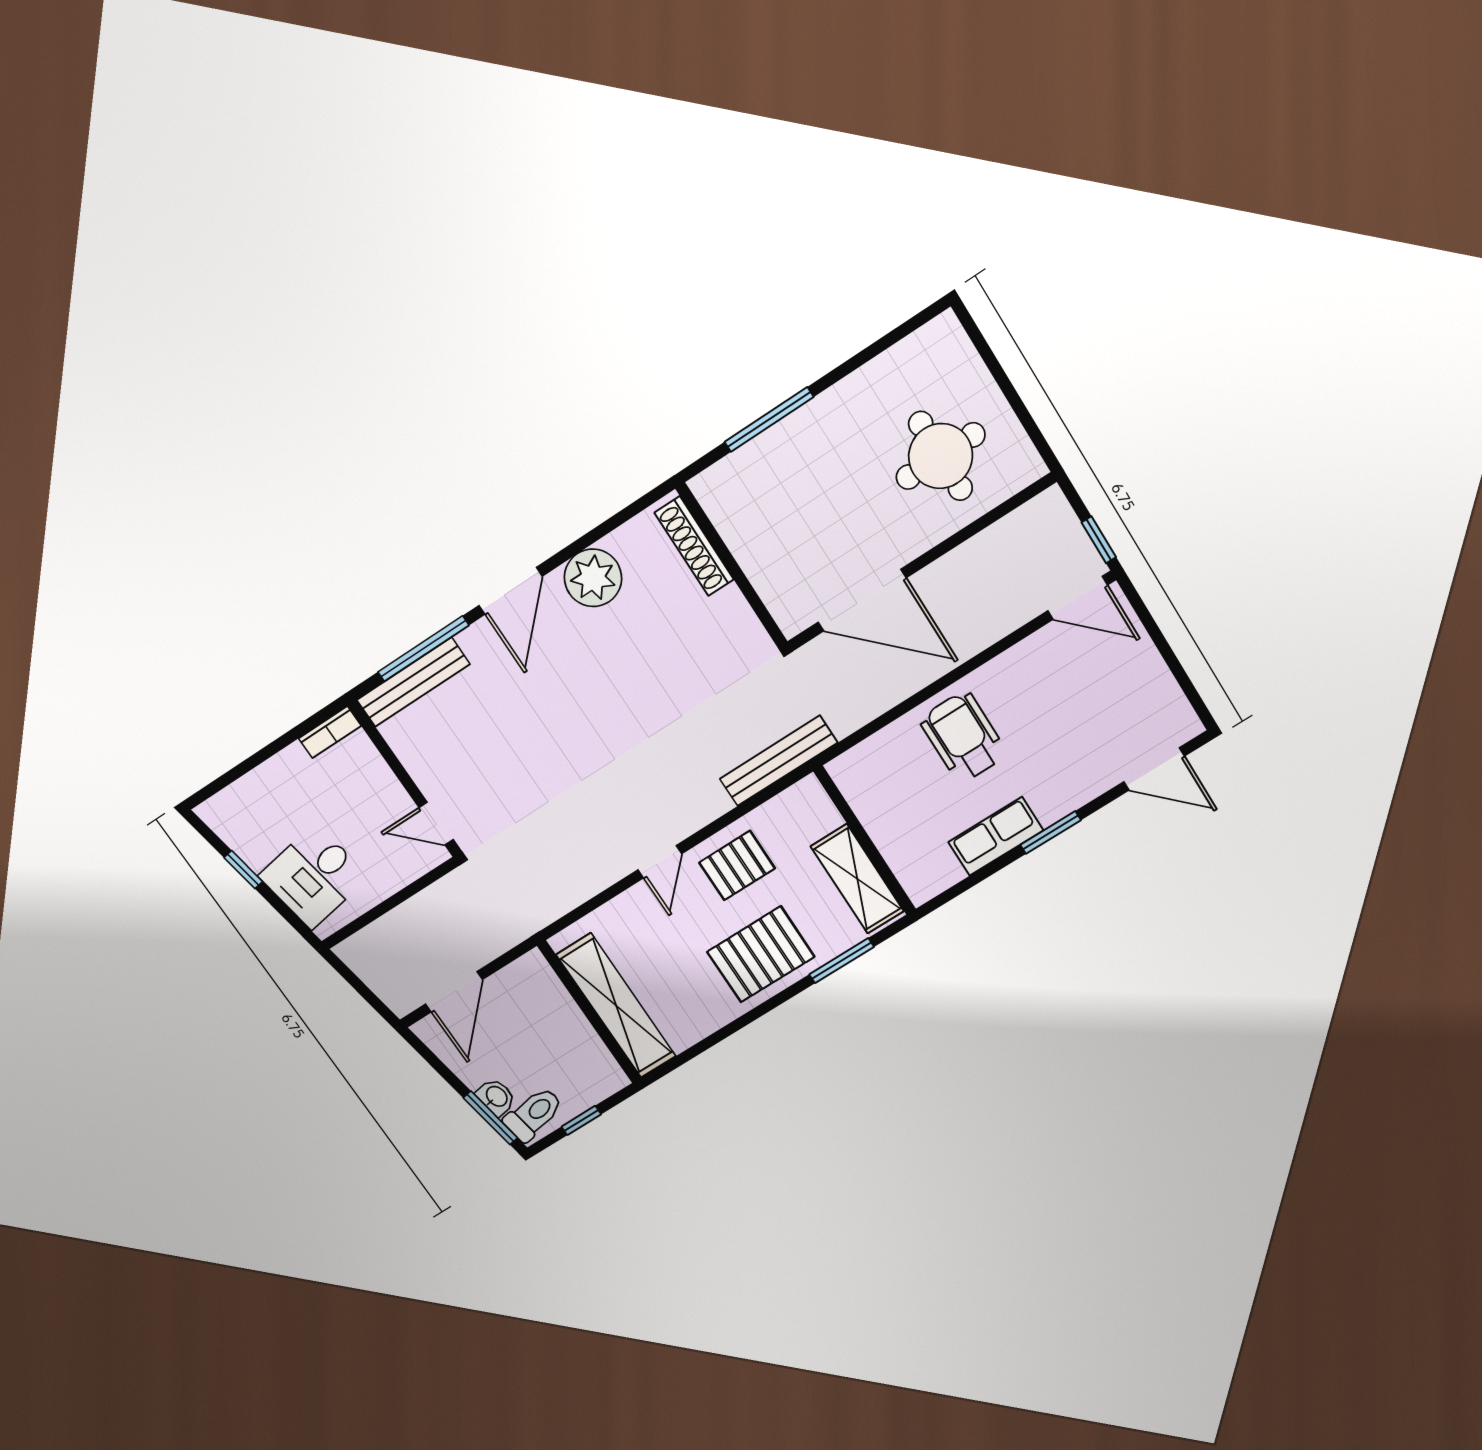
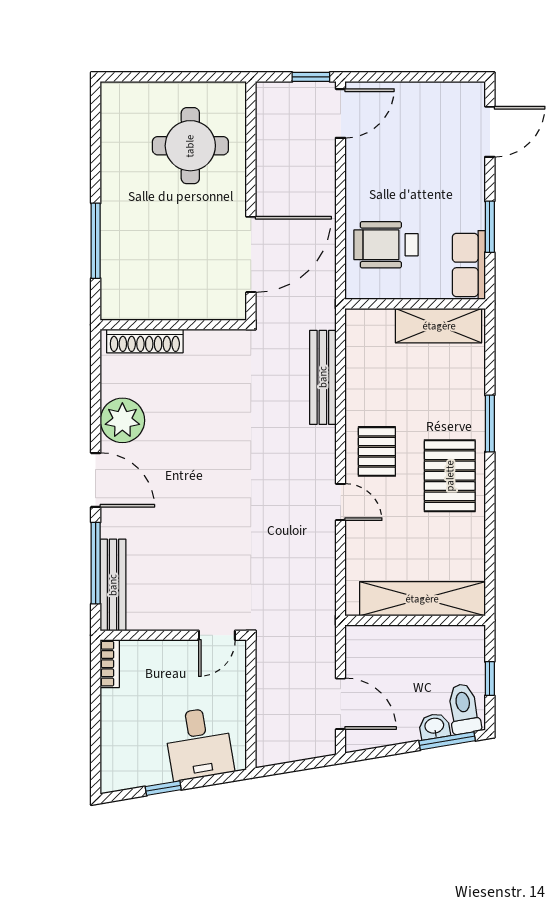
wall: (865, 841) -> (415, 304), moved
shelving: (857, 879) -> (439, 326), moved

